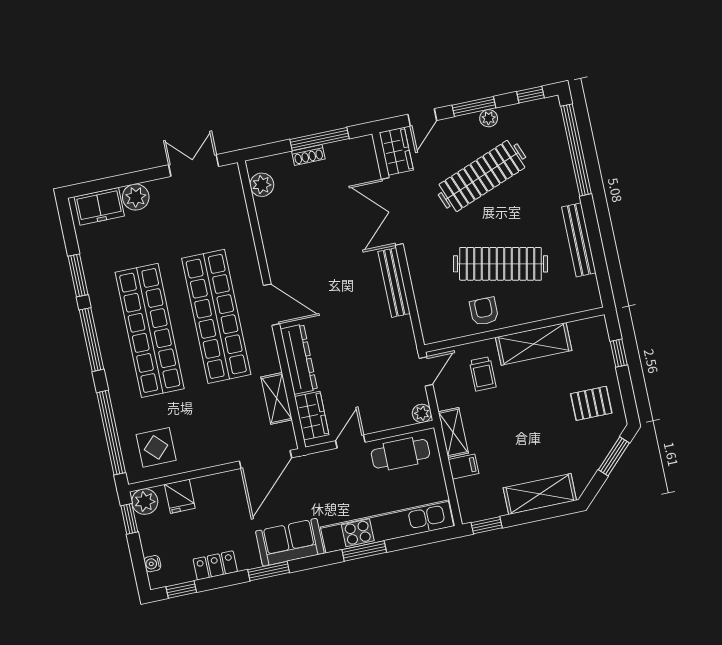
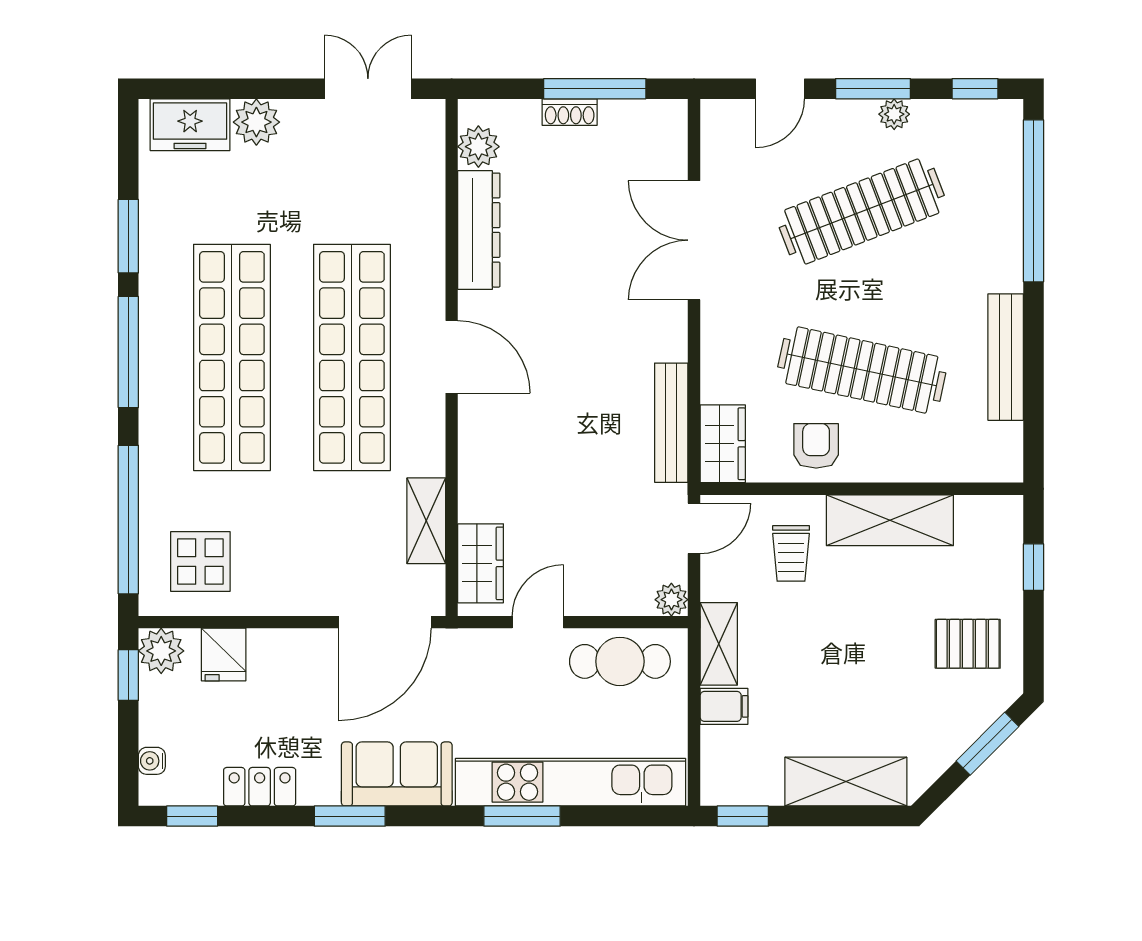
wardrobe: (396, 151) -> (723, 444), moved
bench: (394, 282) -> (671, 423), moved
dresser: (299, 359) -> (479, 230), moved

